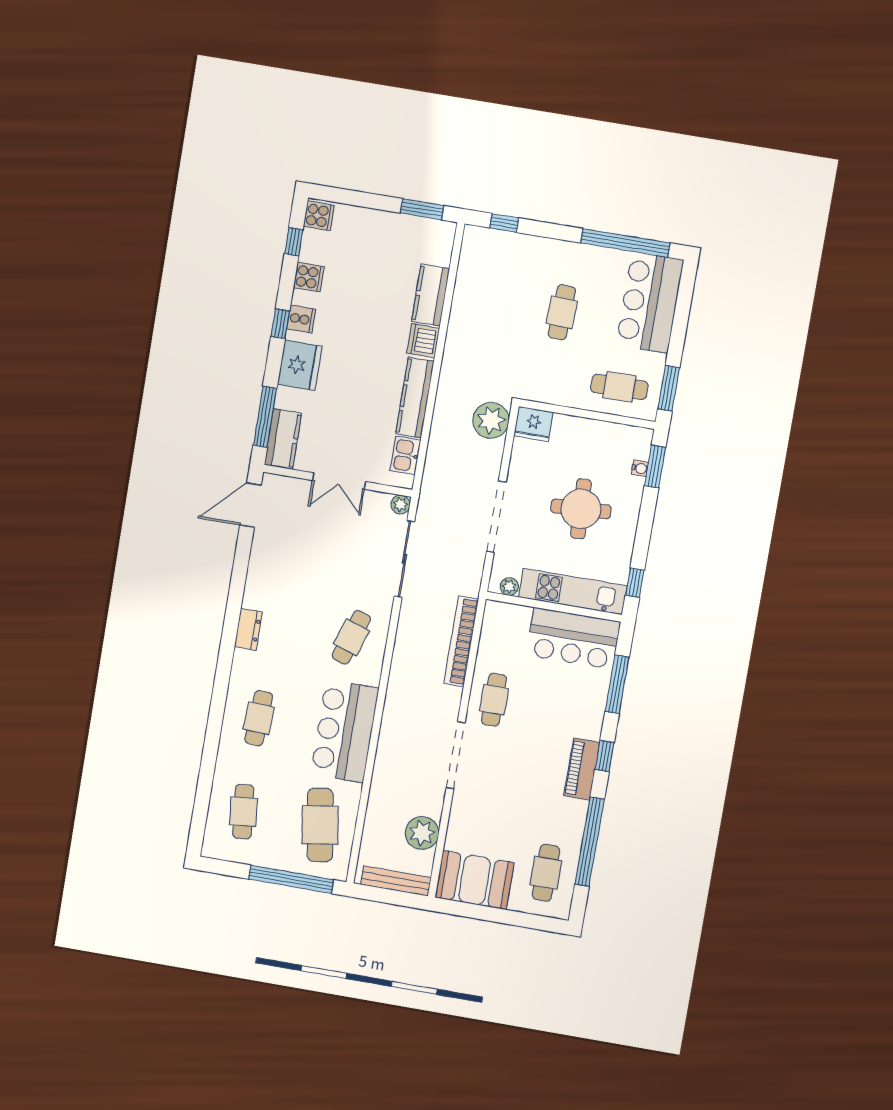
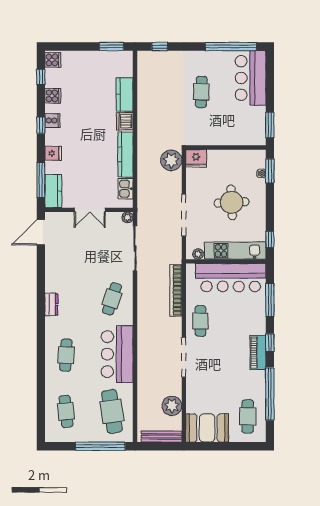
fridge: (300, 365) -> (53, 153), width x0.53, depth x0.75
cafe table: (619, 387) -> (242, 129), removed
bar counter: (573, 638) -> (231, 278), width x1.36

